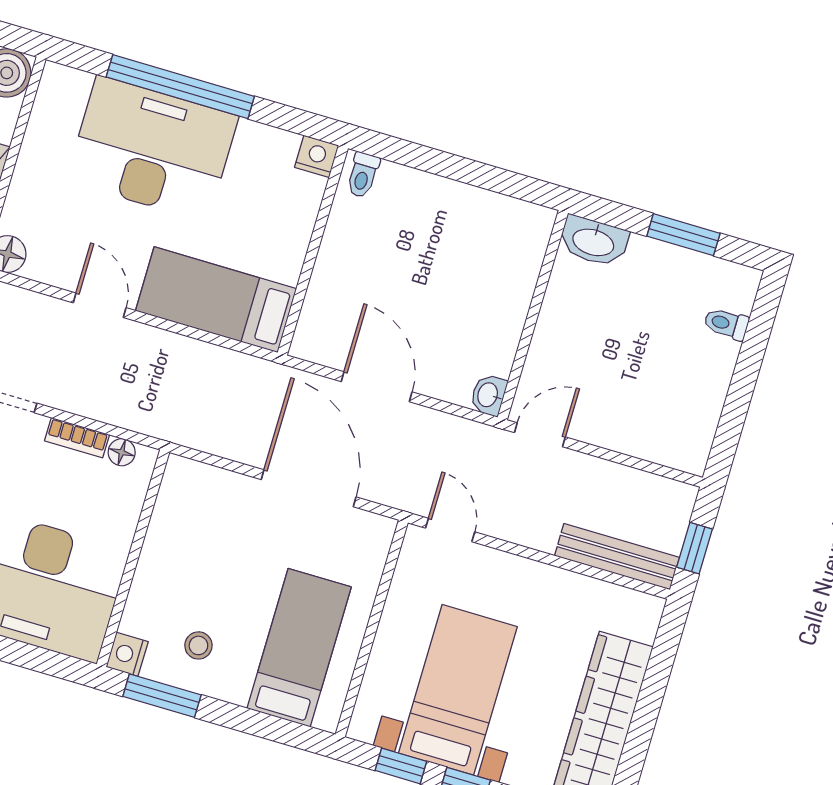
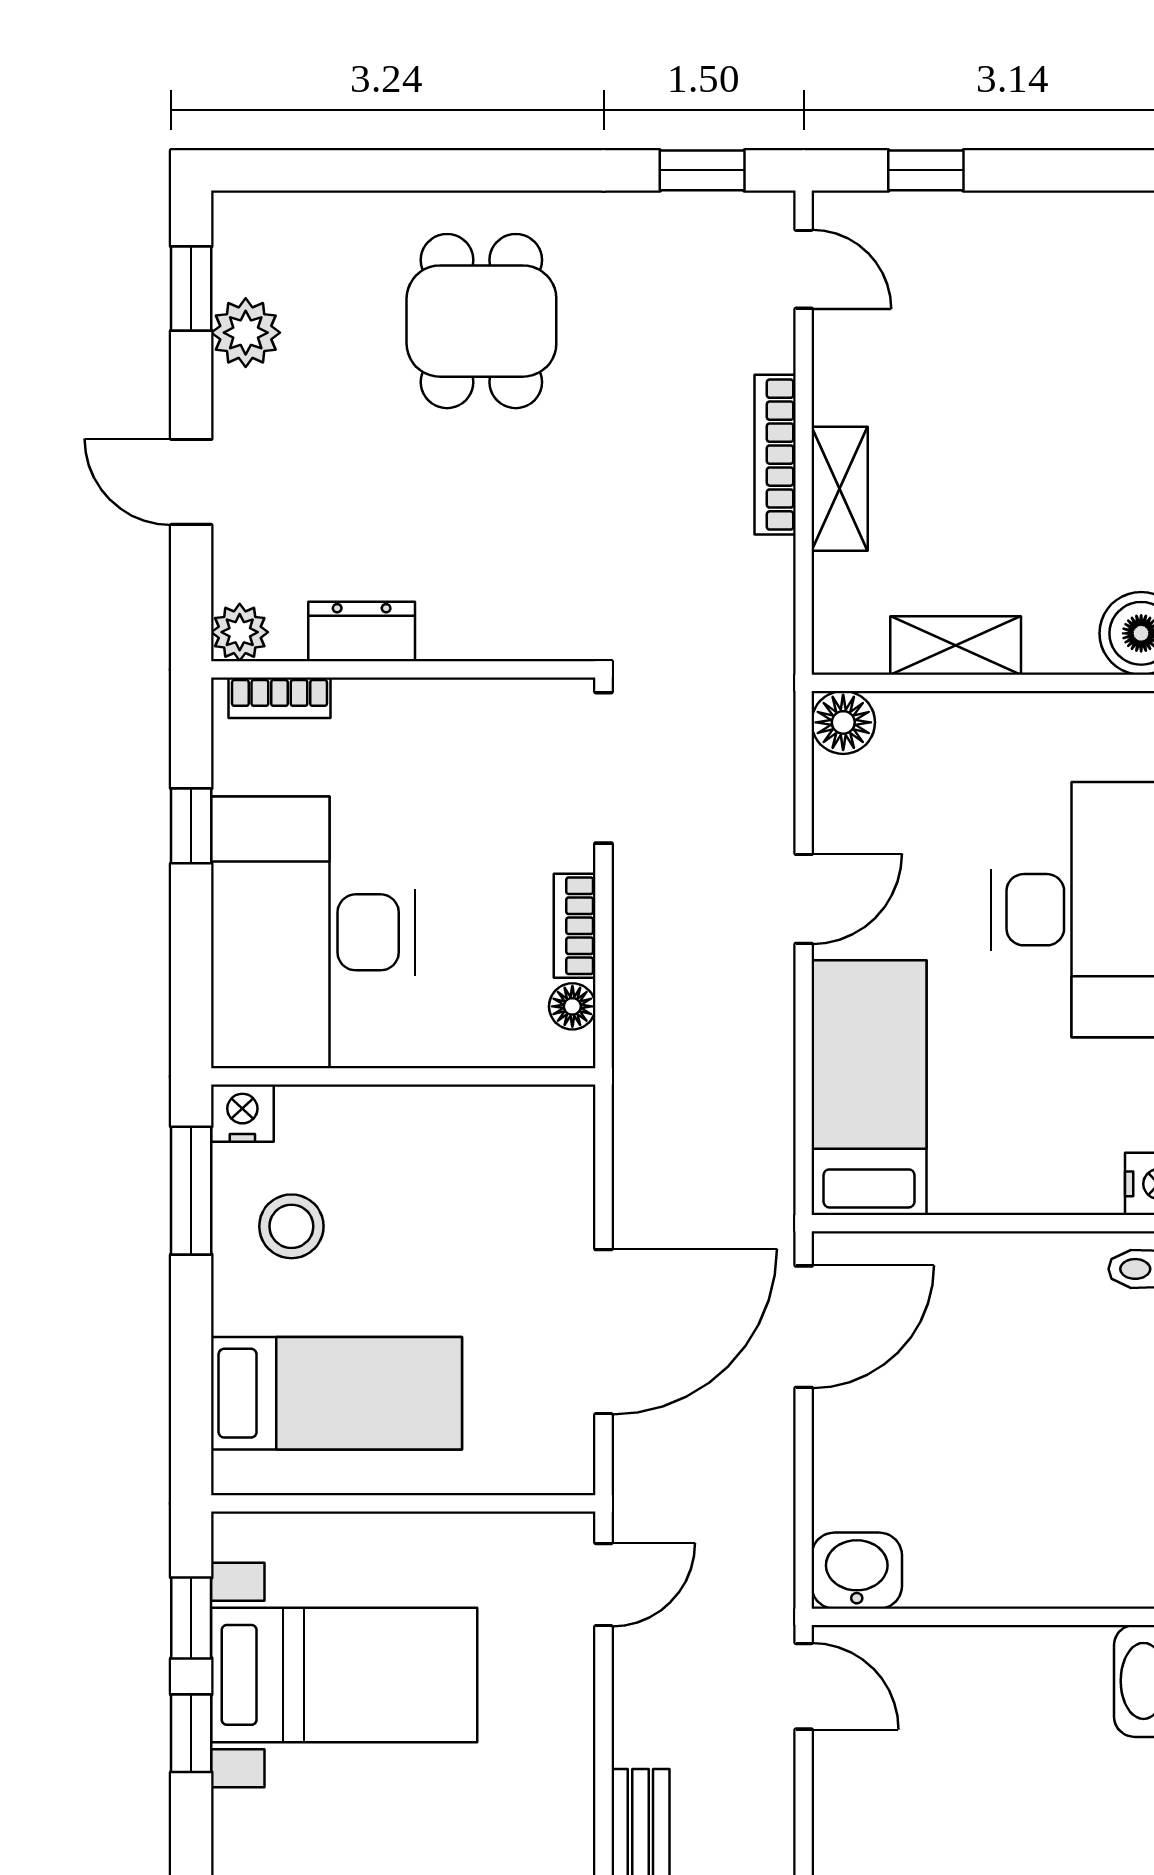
door: (377, 387) -> (804, 1327), moved
washbasin: (488, 395) -> (857, 1571), width x1.38, depth x1.45
stool: (198, 645) -> (291, 1226), width x1.37, depth x1.37

